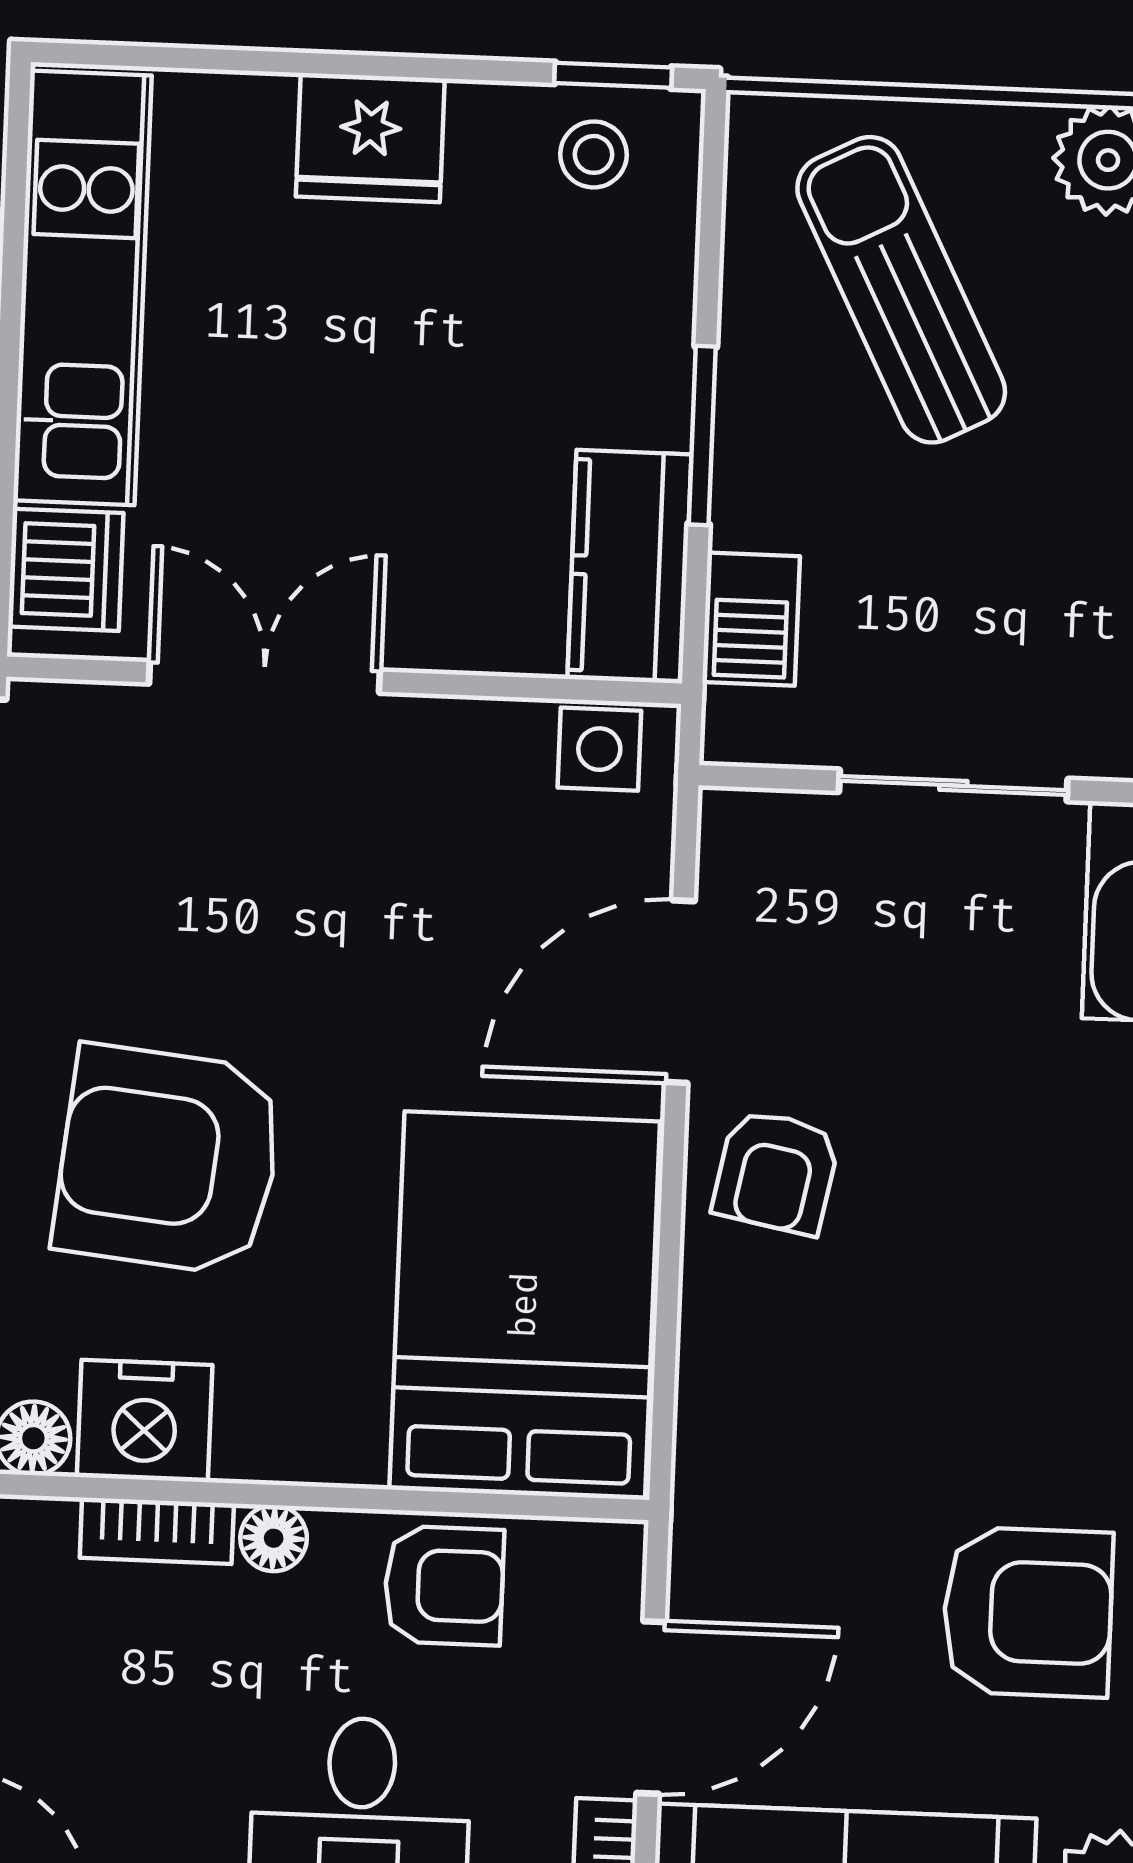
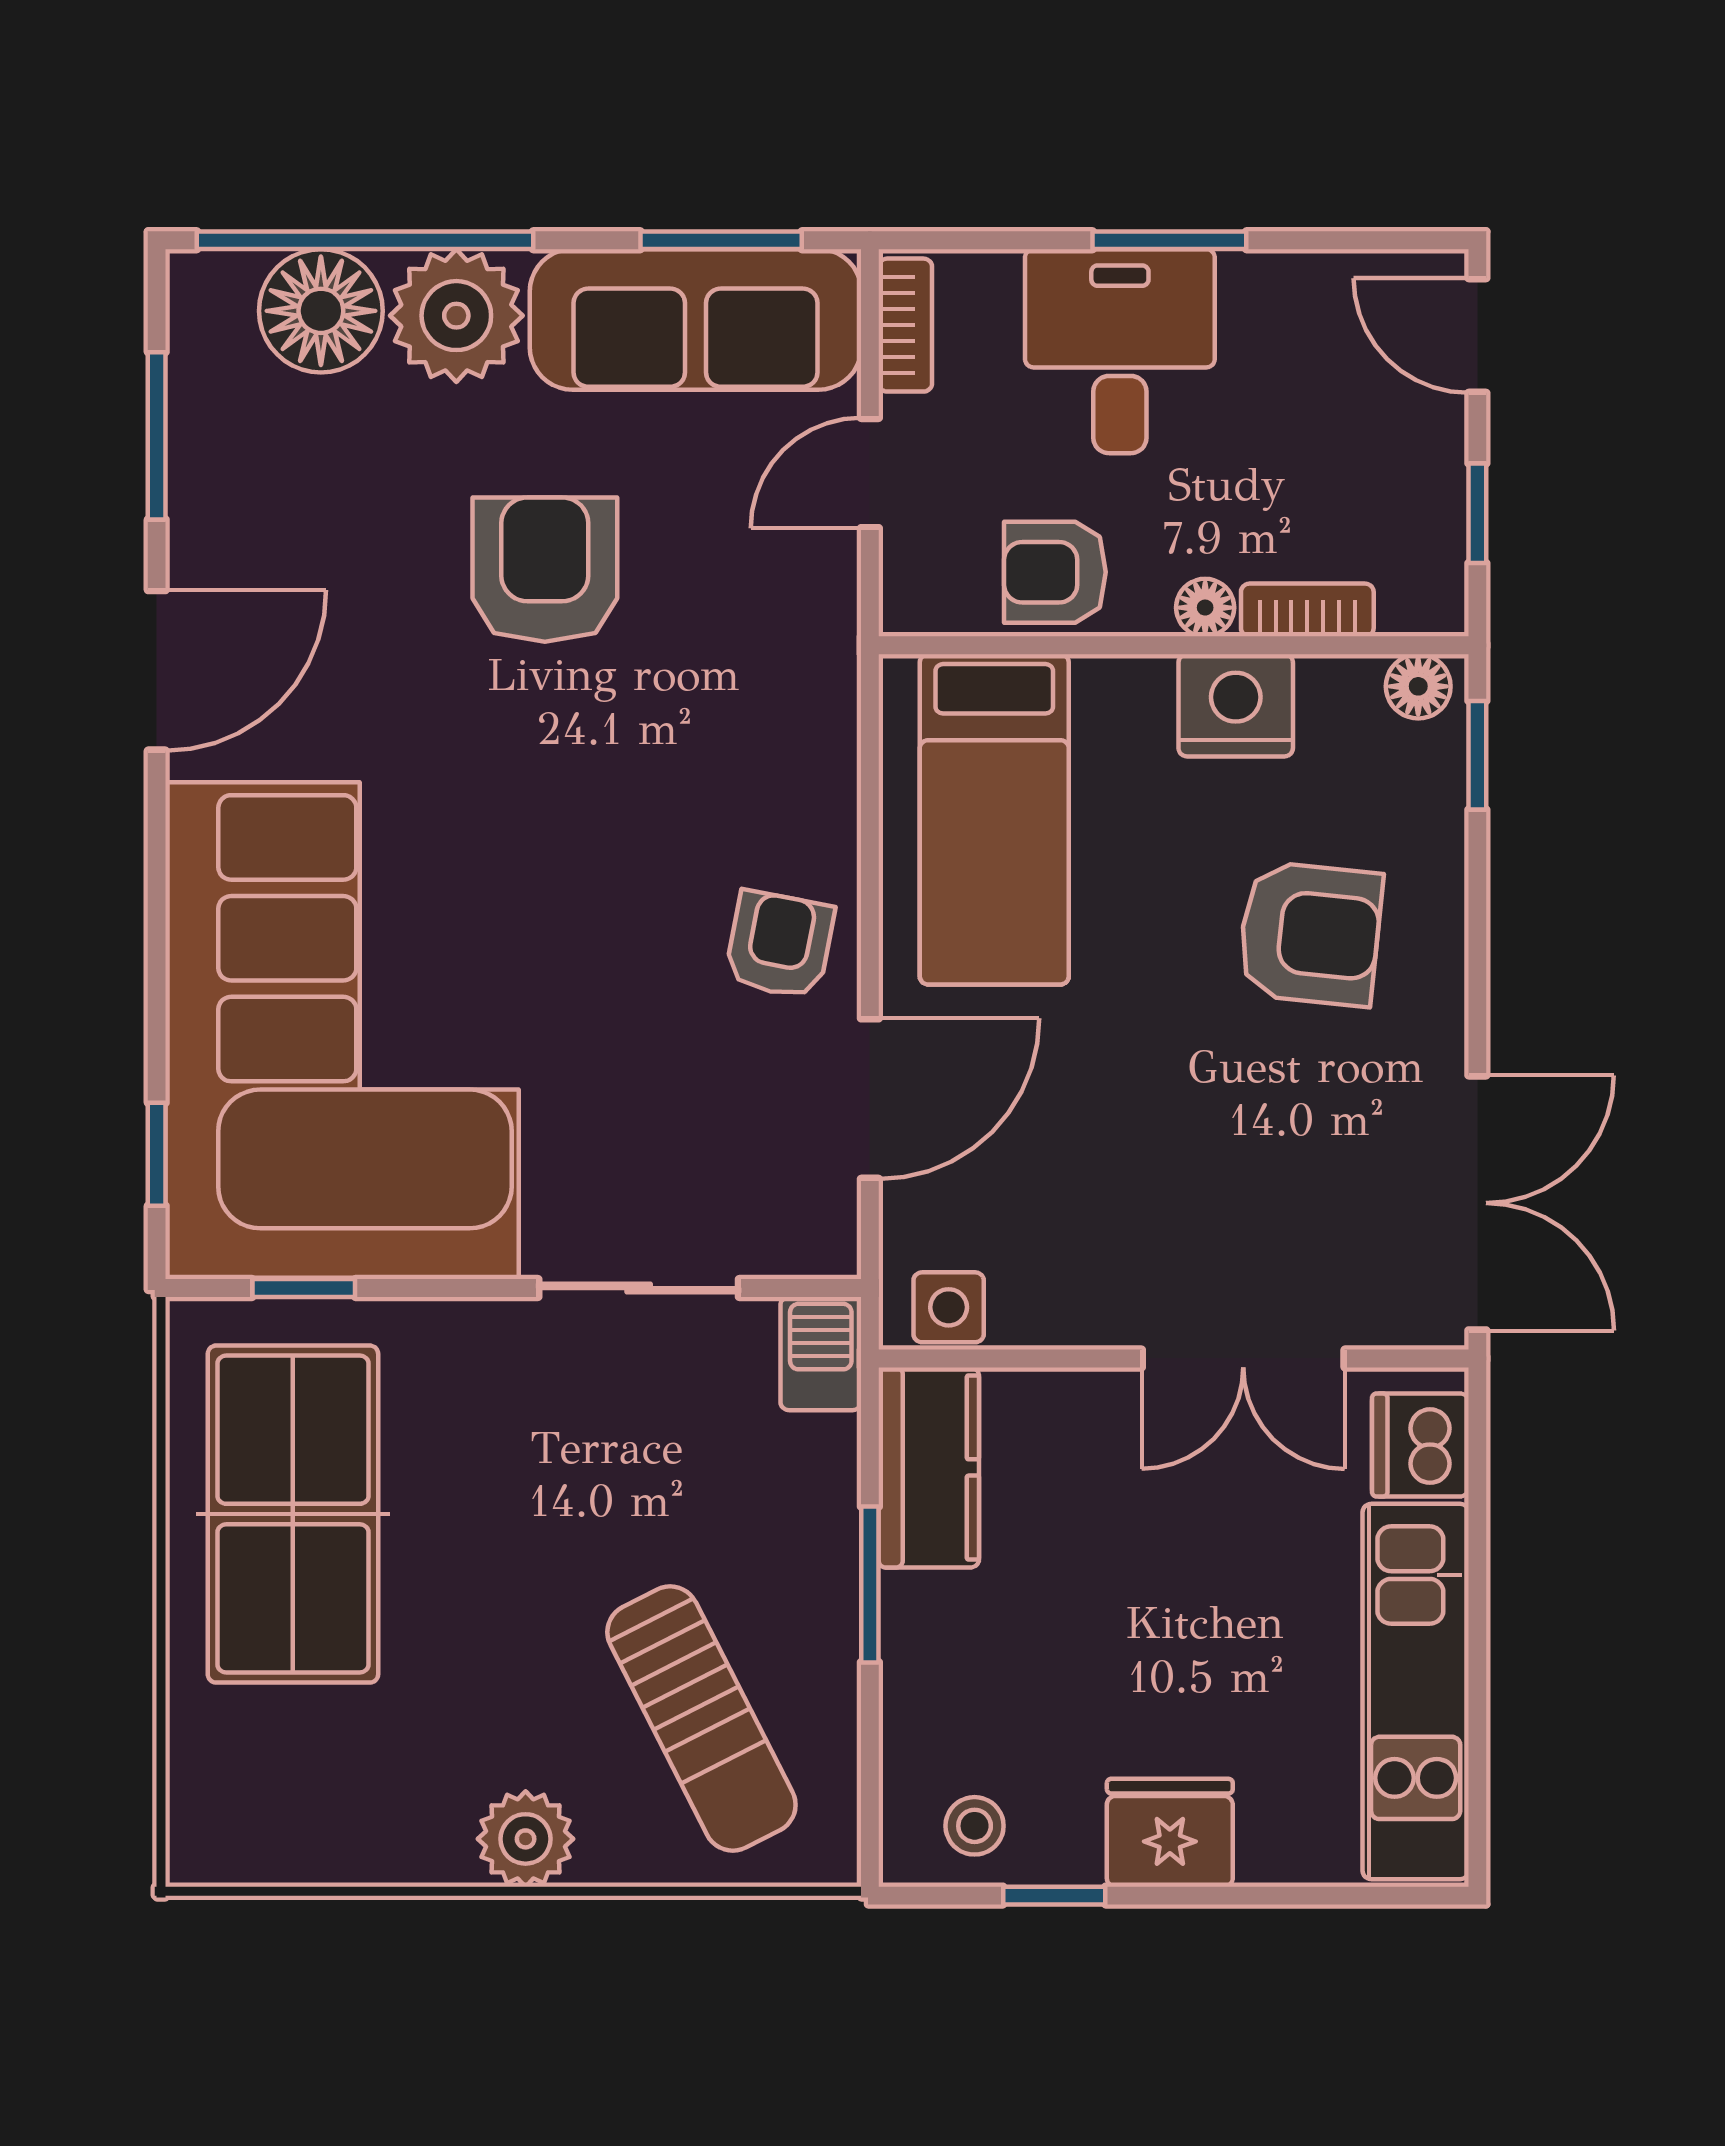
window: (613, 75) -> (1054, 1896), moved
barbecue: (751, 619) -> (821, 1354), moved
armchair: (169, 1160) -> (1310, 934), width x0.73, depth x0.73
bed: (525, 1305) -> (994, 819), width x0.67
nightstand: (145, 1421) -> (1236, 705), moved
armchair: (1028, 1612) -> (545, 570), turned 90
door: (651, 1708) -> (870, 473), width x0.73

